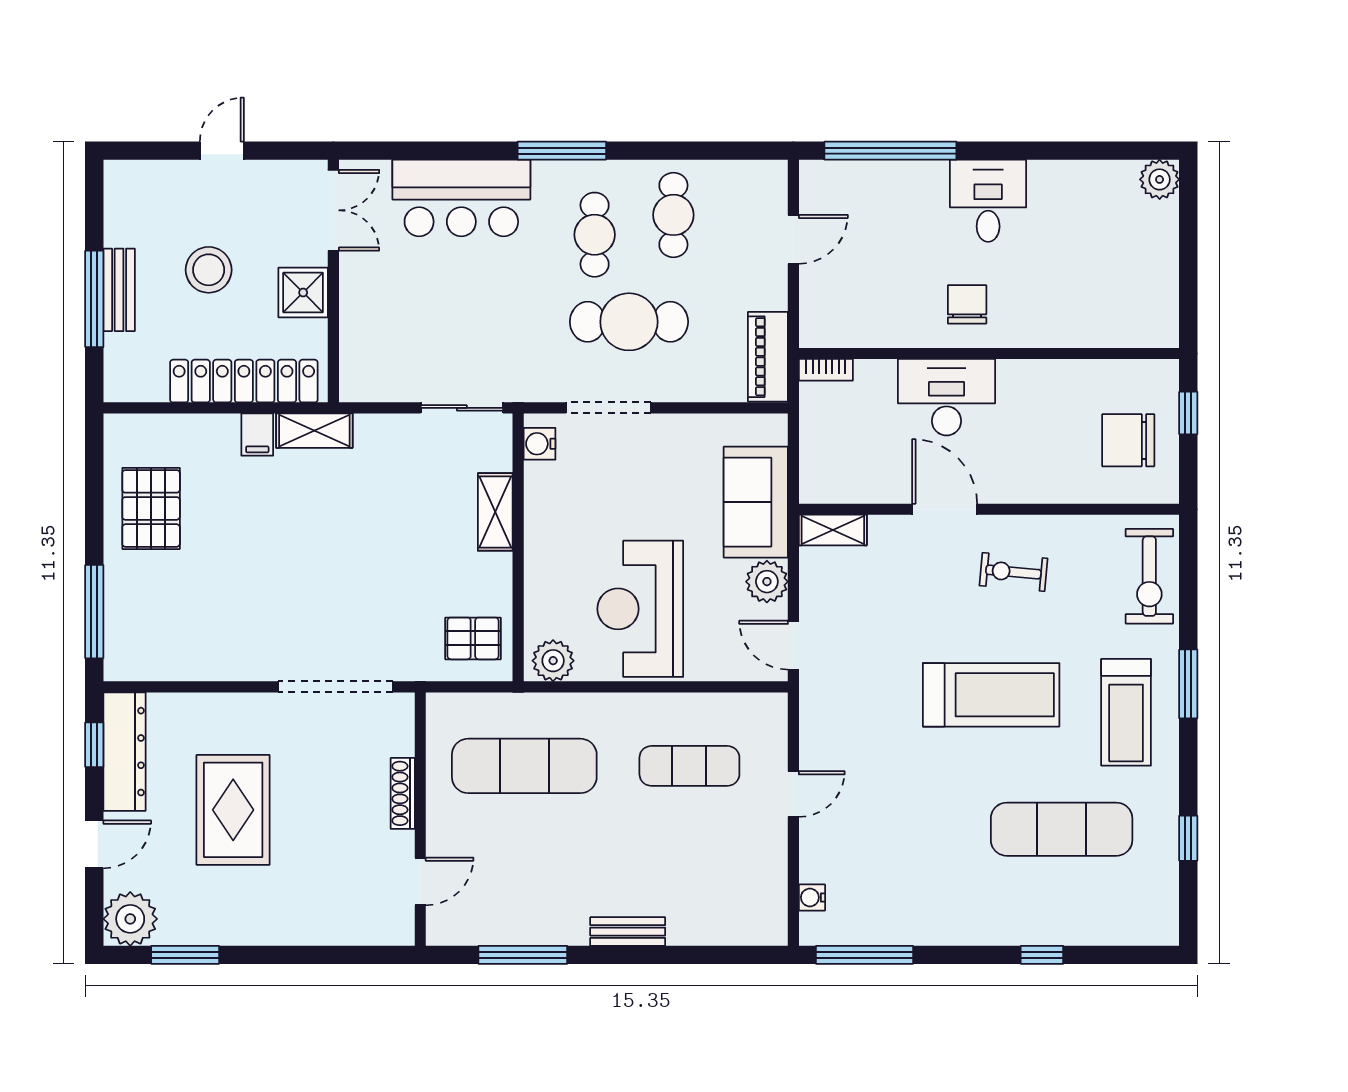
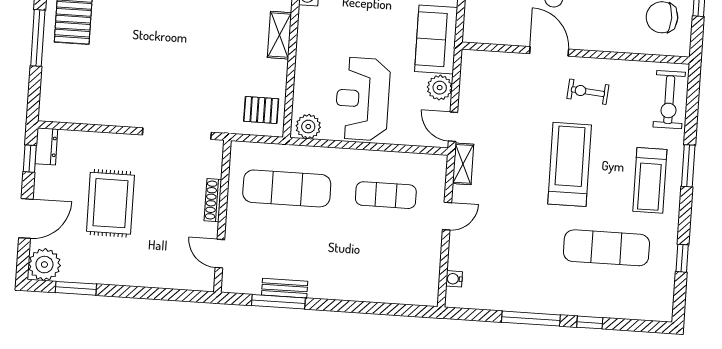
shelving: (833, 530) -> (463, 164), moved, turned 90
window: (94, 612) -> (38, 38), moved
treadmill: (991, 695) -> (570, 164), turned -90
dresser: (124, 752) -> (46, 146), width x0.51, depth x0.80
door: (94, 844) -> (26, 218), width x1.38
door: (420, 881) -> (220, 254), swing flipped
bench: (628, 932) -> (285, 288), moved
window: (864, 955) -> (531, 319), moved

